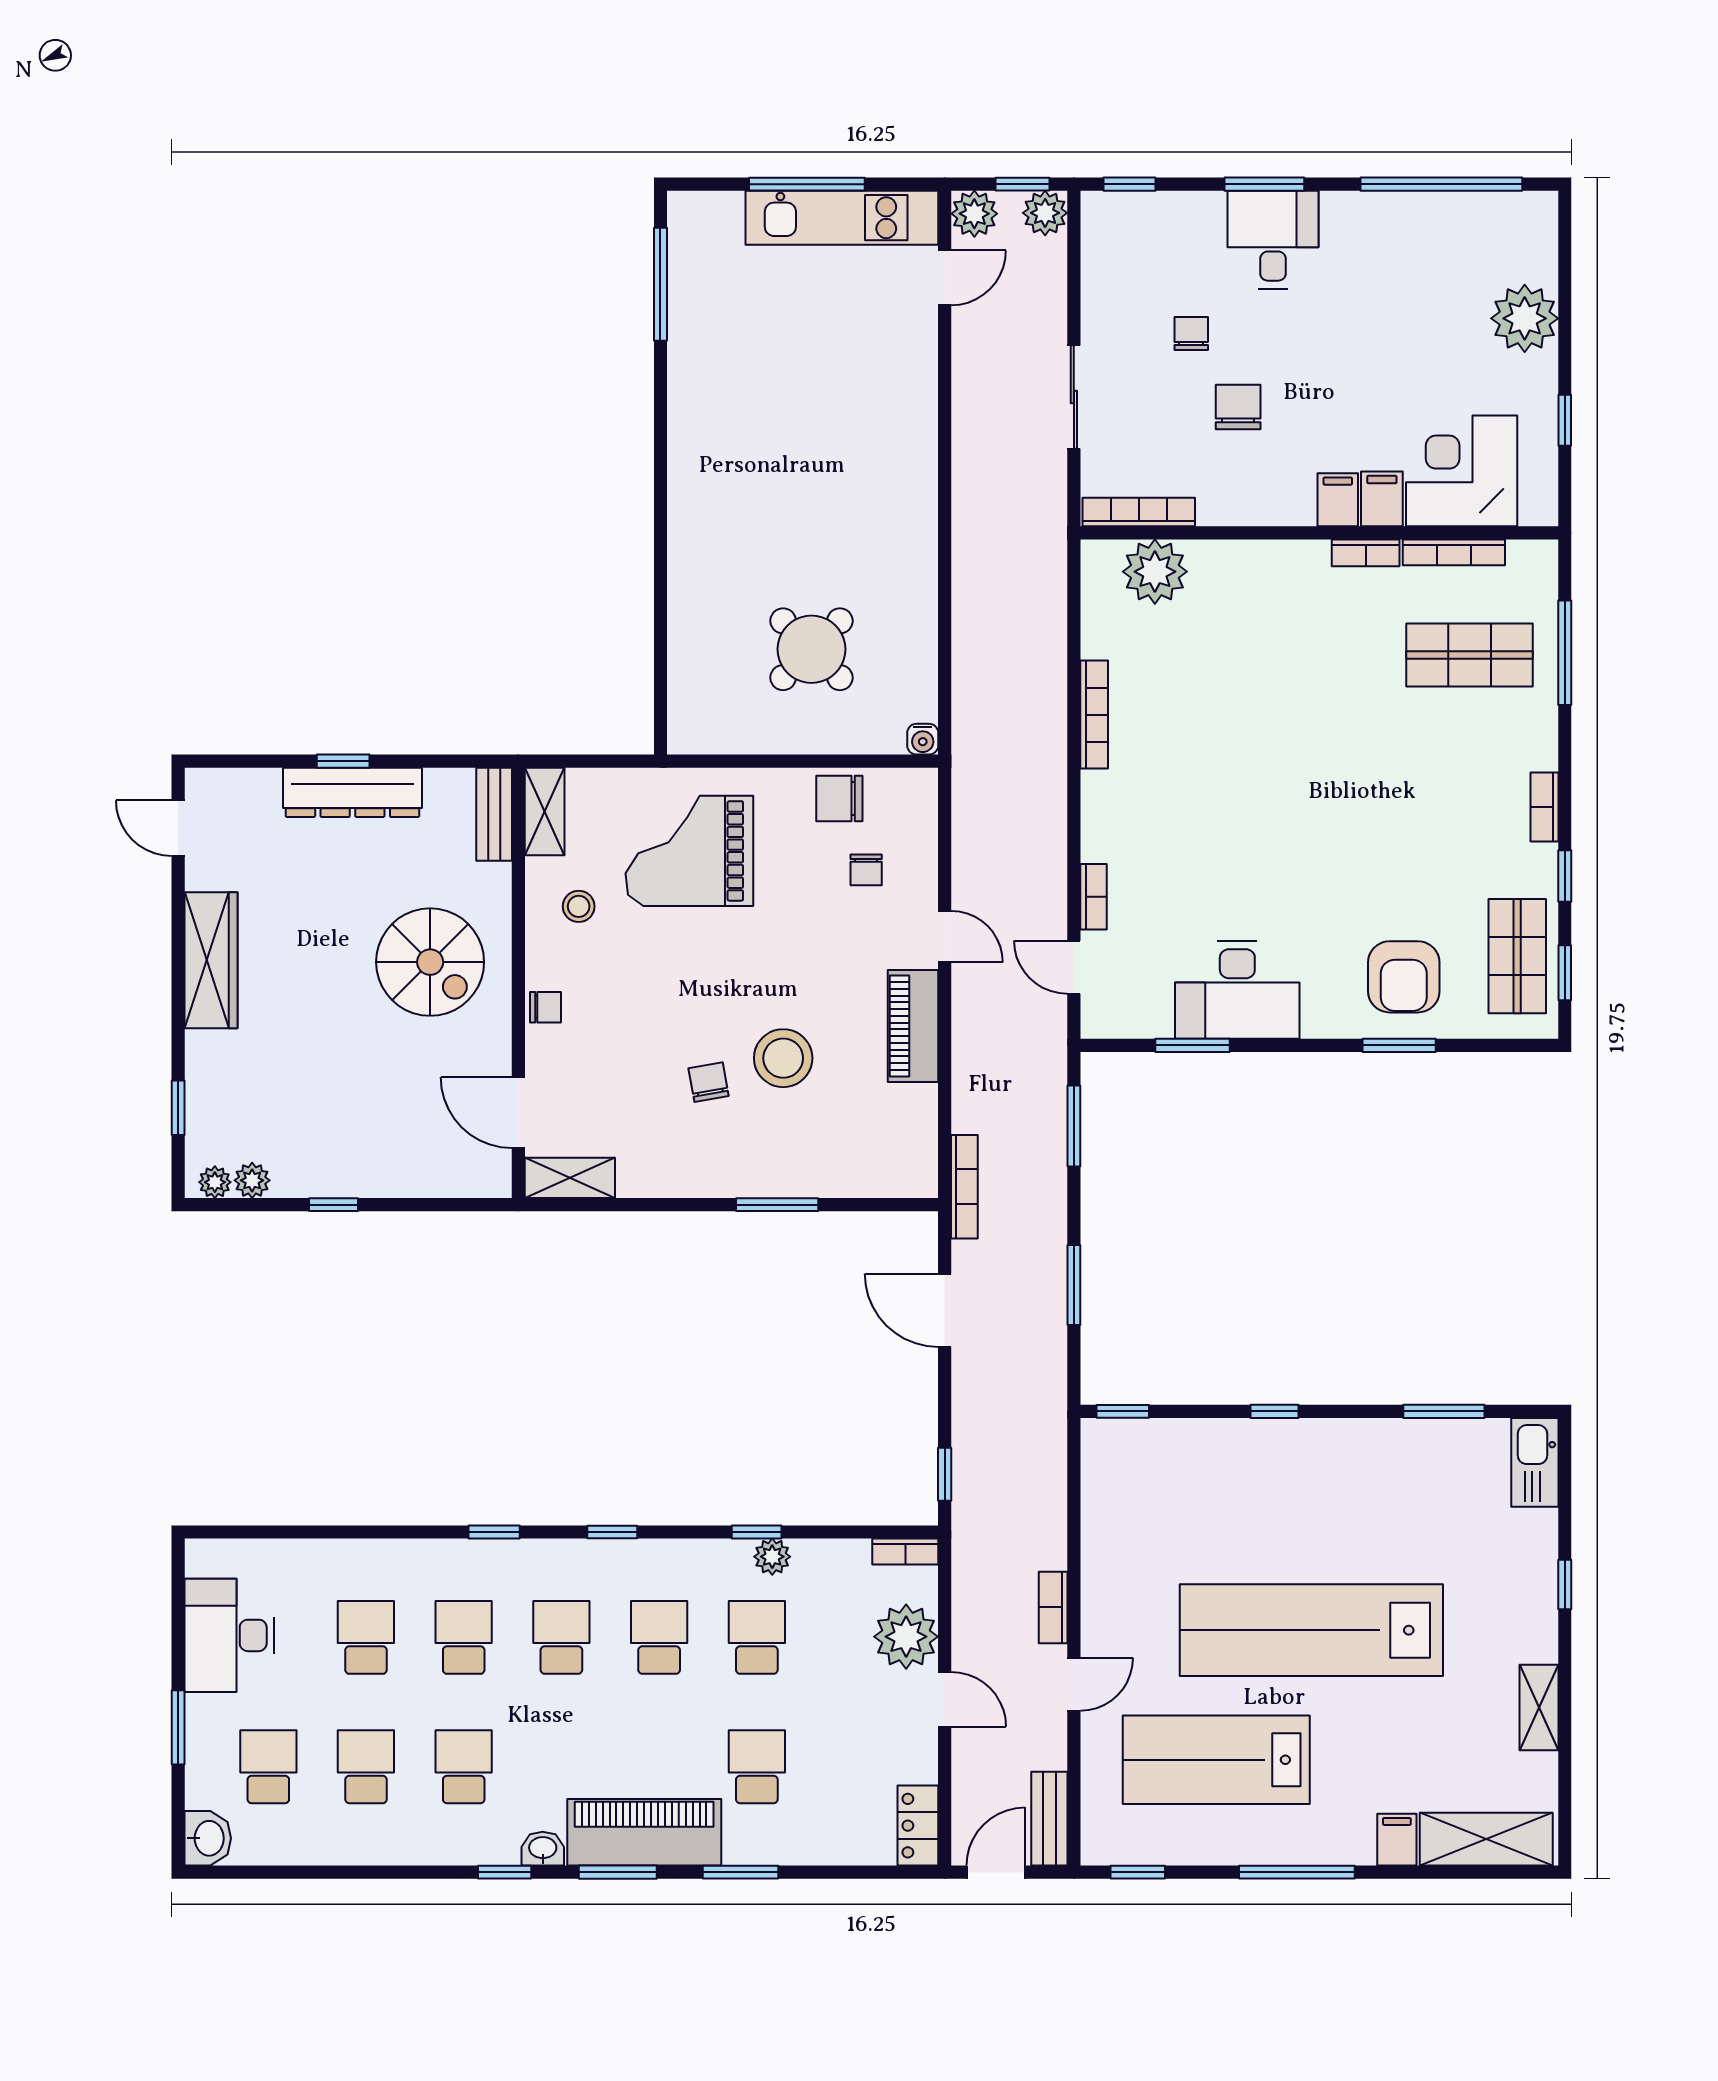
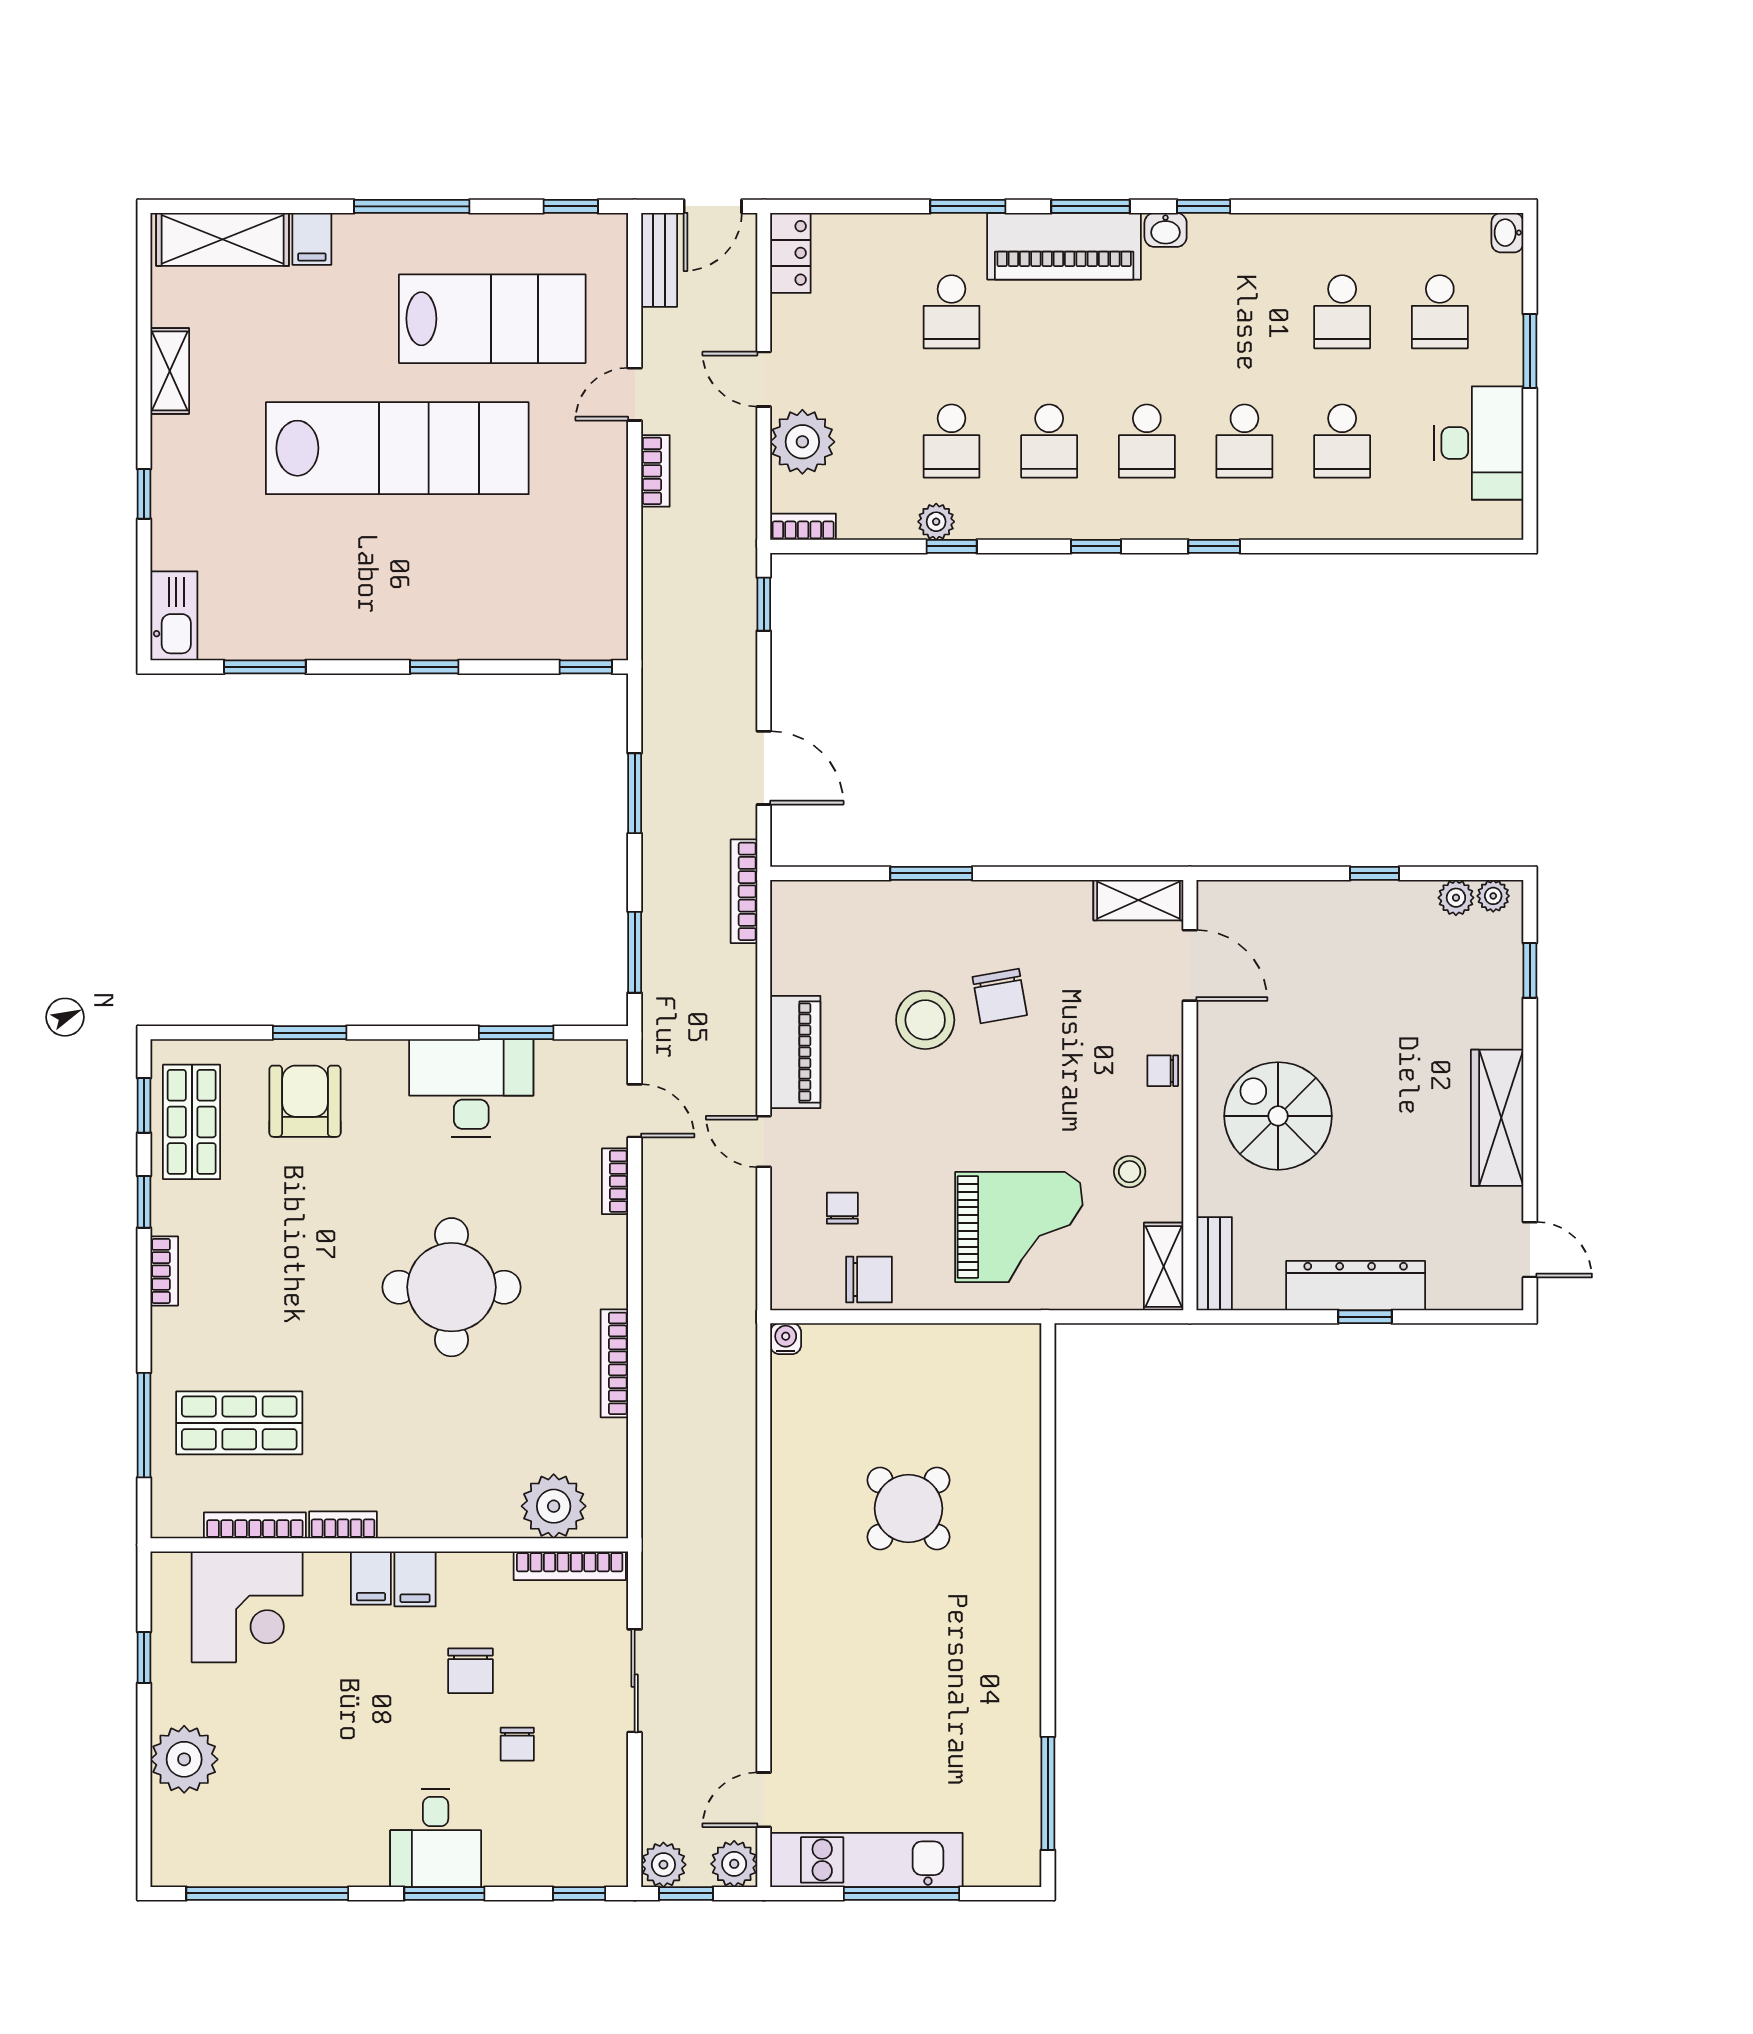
filing cabinet: (1382, 499) -> (415, 1579), moved
round table: (811, 649) -> (908, 1508), moved
round table: (1257, 791) -> (452, 1287), added
chair: (709, 1082) -> (1000, 996), width x1.37, depth x1.37
school desk: (464, 1767) -> (1244, 312), removed
washbasin: (208, 1838) -> (1507, 233), width x0.72, depth x0.69

